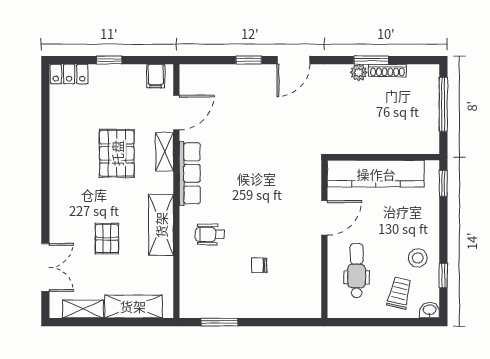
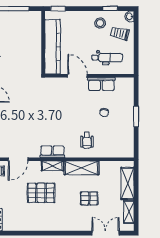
door: (176, 113) -> (18, 159), swing flipped
shelving: (165, 152) -> (52, 166), moved
row of seats: (190, 173) -> (52, 152), width x0.68
row of seats: (310, 260) -> (101, 84), added
dental chair: (357, 271) -> (107, 58), turned 180
window: (219, 322) -> (136, 117), moved

